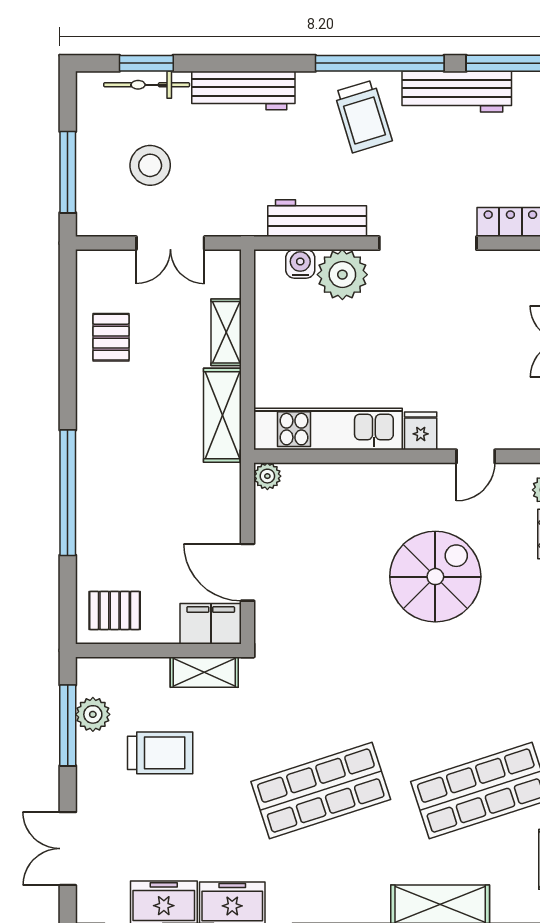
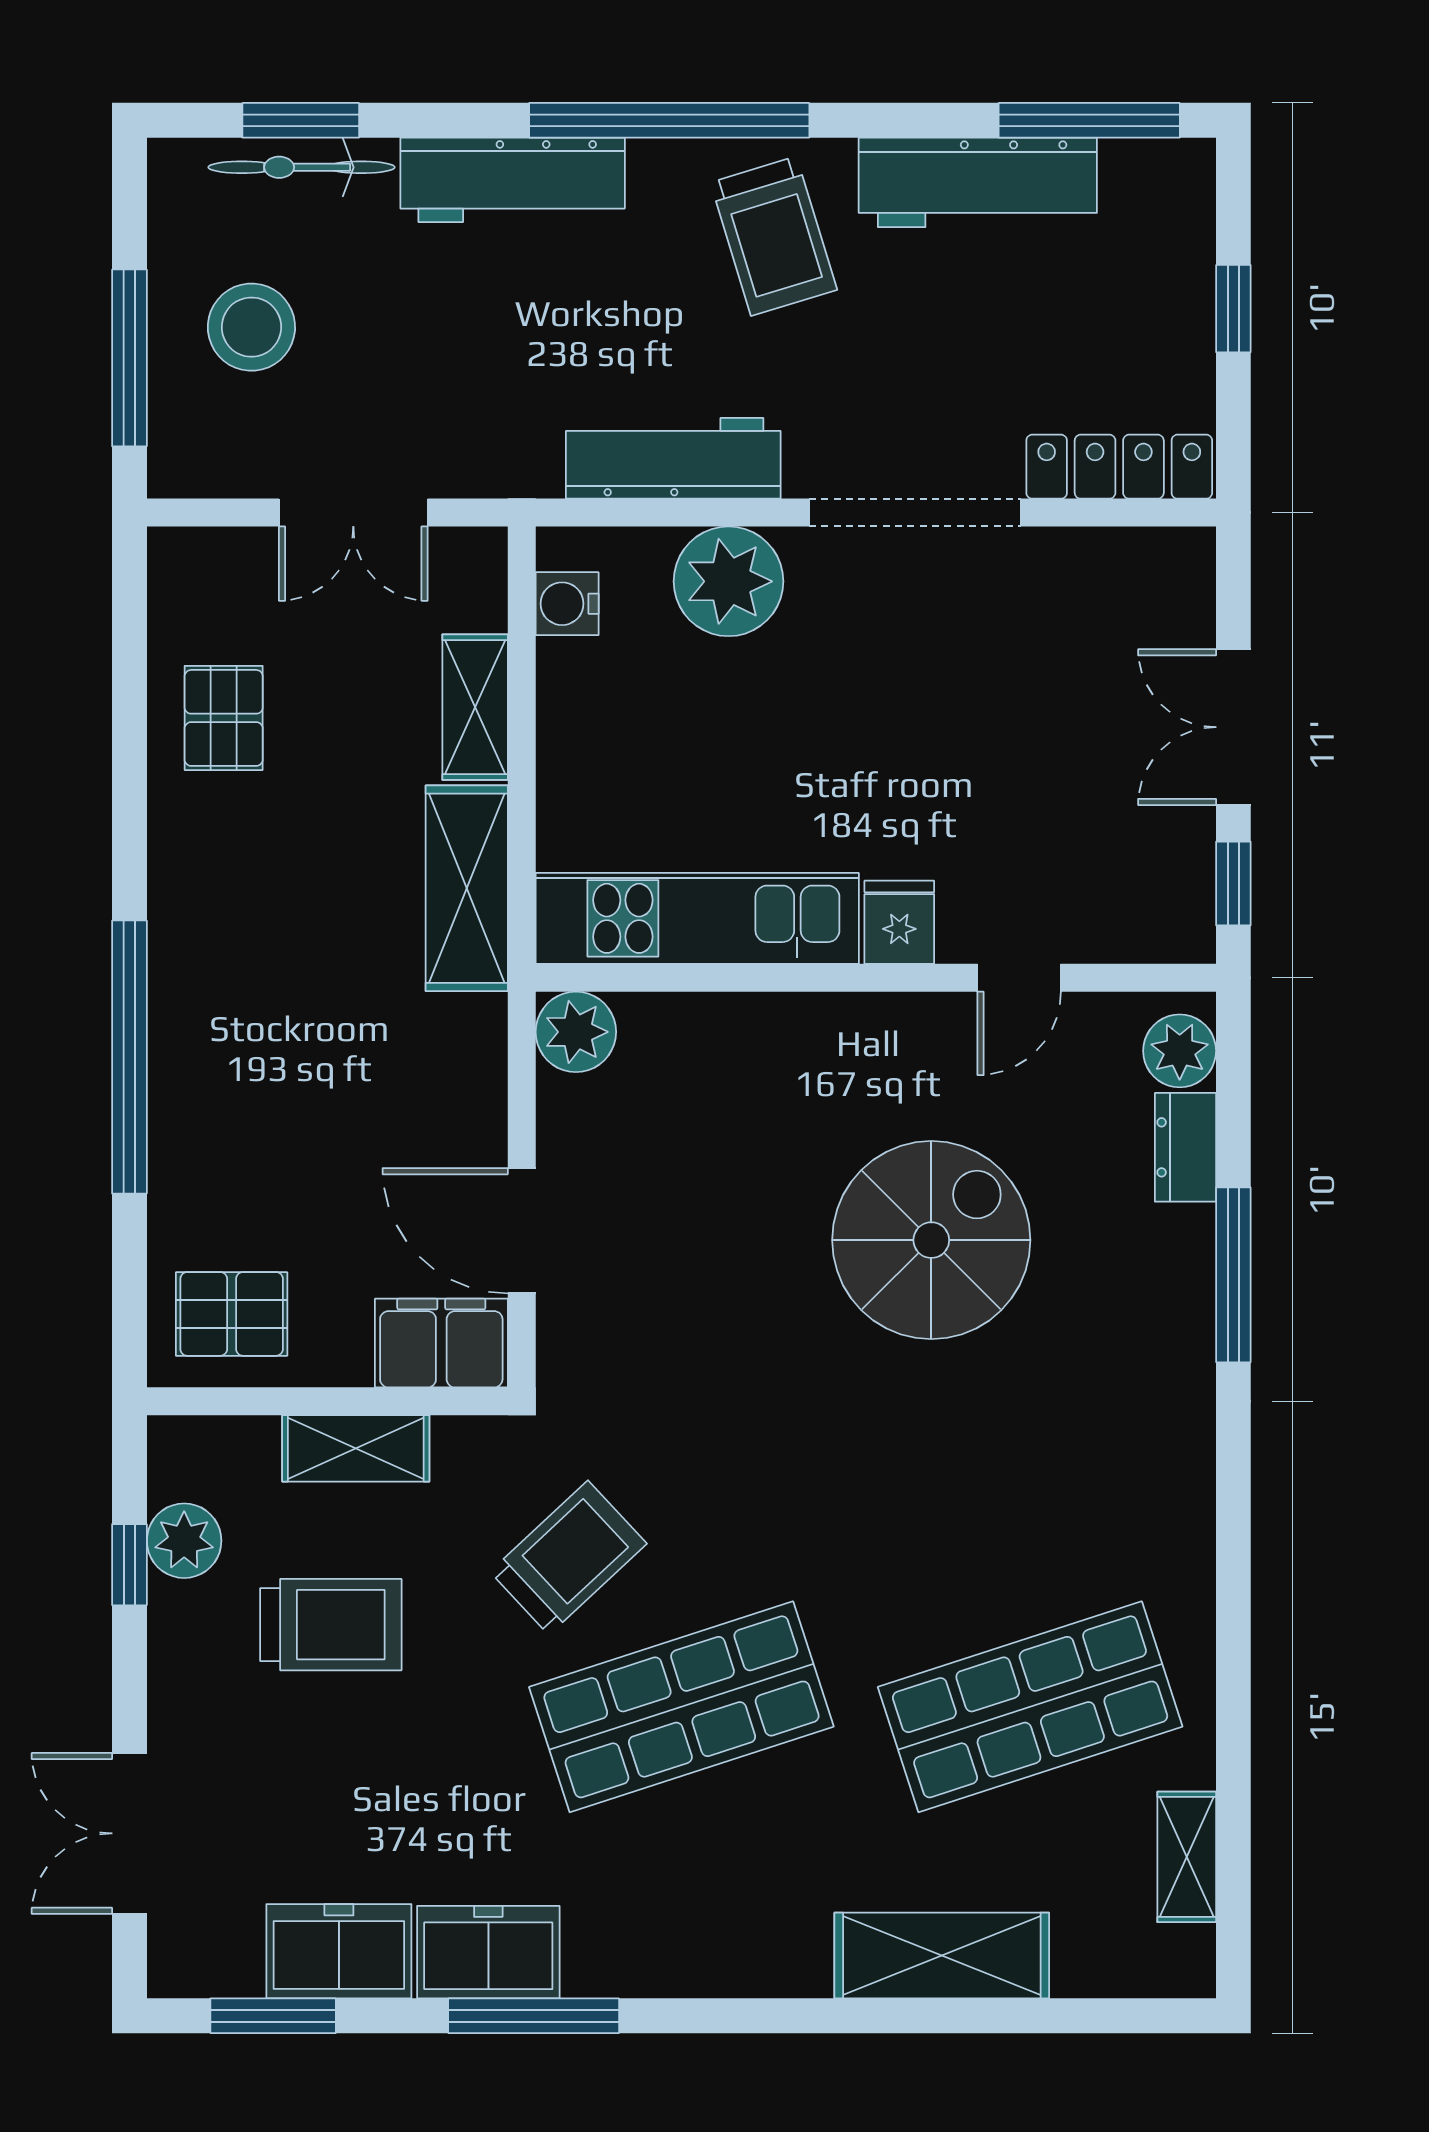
window: (380, 63) -> (669, 120), moved
stool: (150, 165) -> (251, 327), moved
water cooler: (300, 264) -> (567, 604), moved, turned -90
plant: (267, 476) -> (576, 1032), width x1.38, depth x1.38
shelving: (204, 672) -> (356, 1448), moved
trolley: (269, 722) -> (568, 1558), added
window: (68, 725) -> (129, 1565), width x0.46

